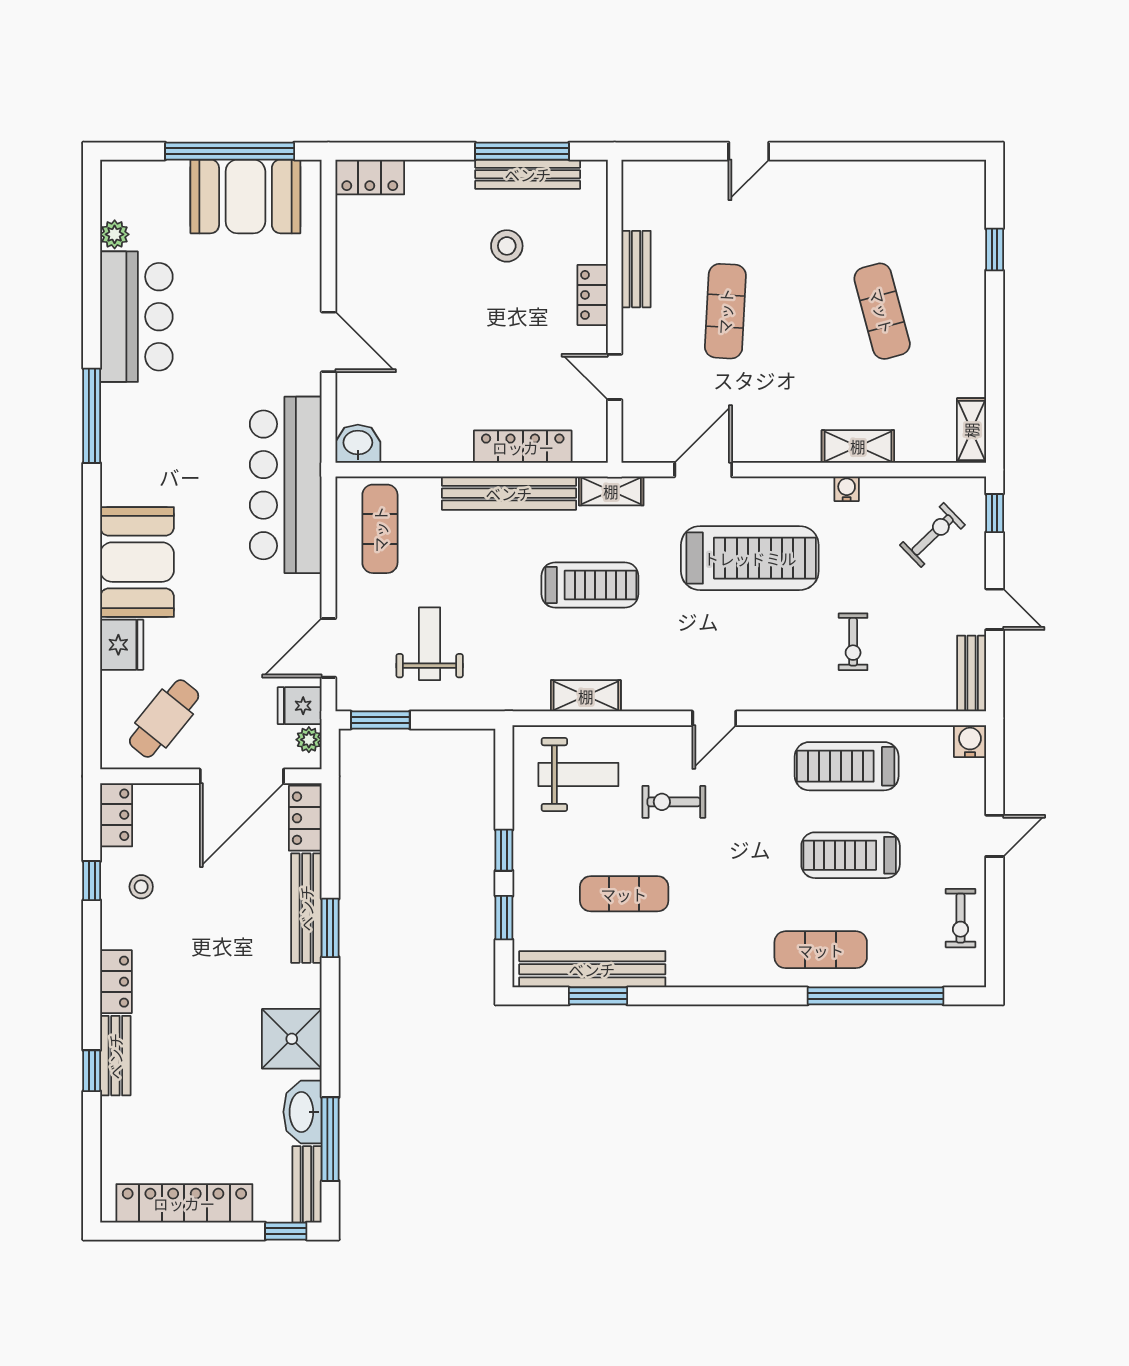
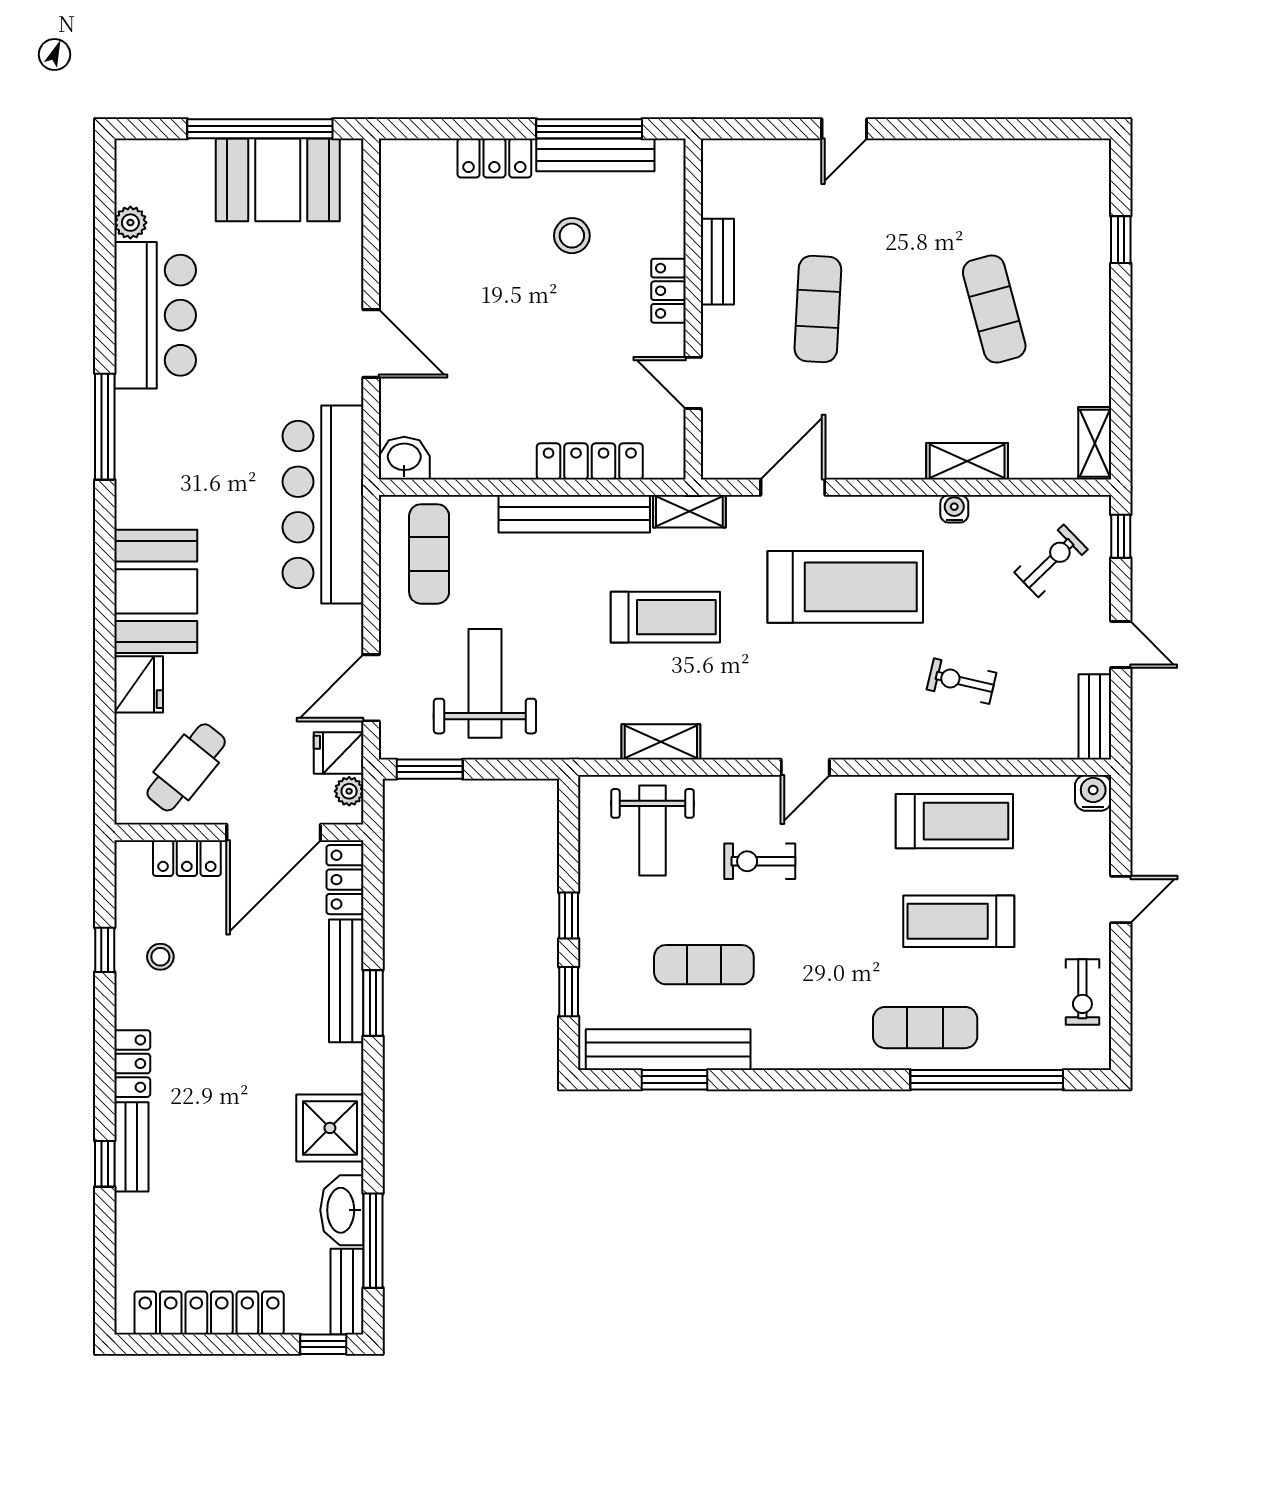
locker: (370, 177) -> (494, 158), moved
exercise bike: (853, 642) -> (962, 681), turned 103
weight bench: (430, 644) -> (485, 683), width x1.36, depth x1.33
treadmill: (847, 766) -> (954, 821), turned 180
weight bench: (578, 775) -> (652, 830), turned 90
locker: (116, 815) -> (187, 858), moved, turned 90

